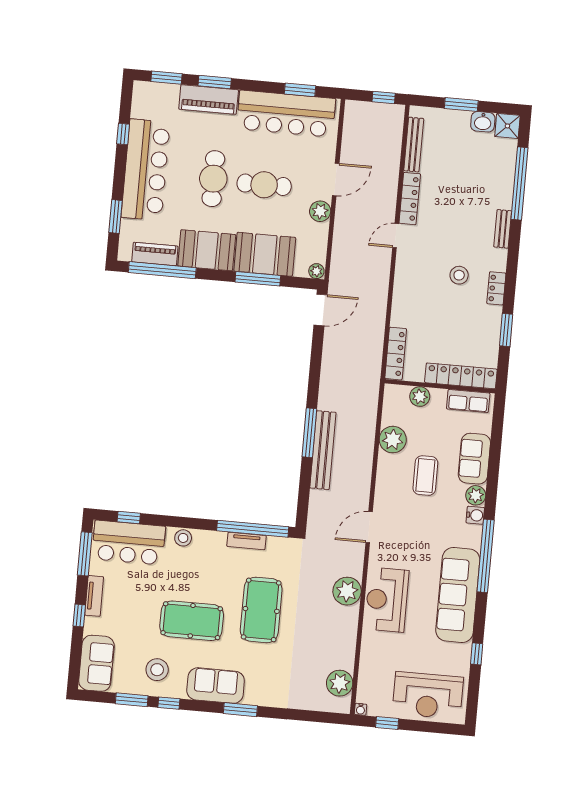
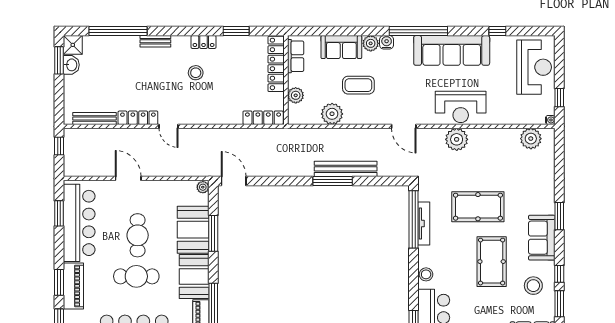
window: (461, 104) -> (59, 60), moved
plant: (320, 211) -> (155, 189), removed
tv unit: (246, 541) -> (424, 223), width x1.41

